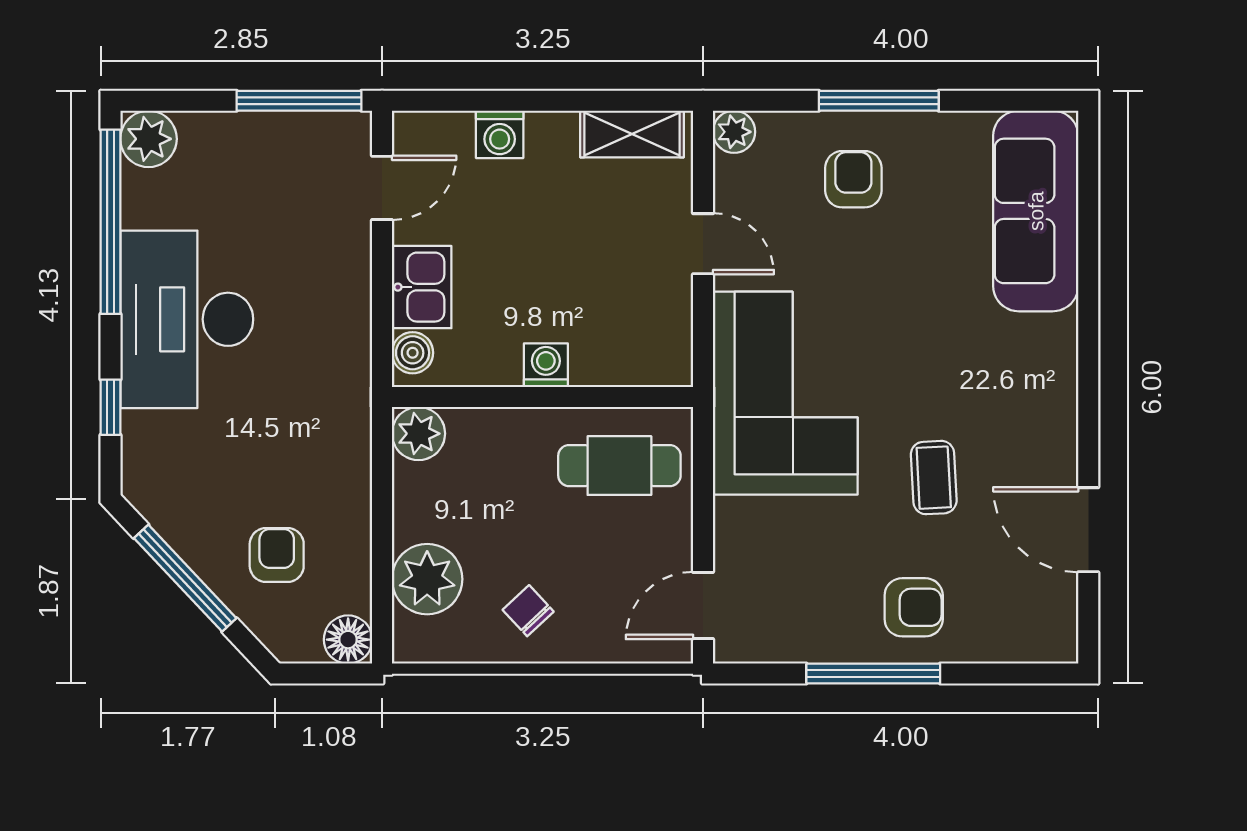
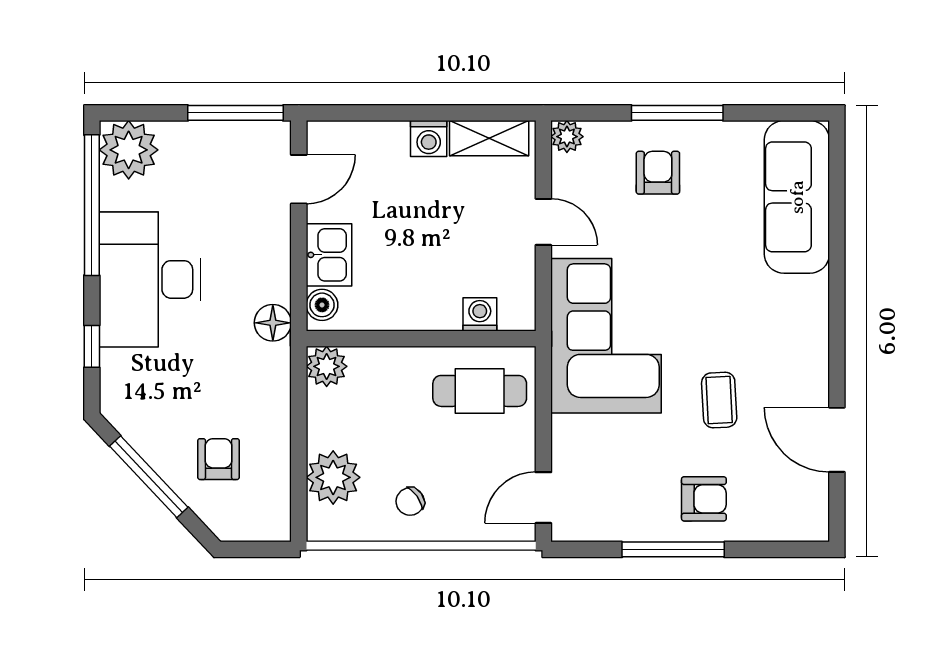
washing machine: (500, 134) -> (429, 138), moved
plant: (149, 139) -> (129, 150), width x1.36, depth x1.36
washing machine: (546, 365) -> (480, 314), moved
chair: (528, 611) -> (410, 501), turned -82
floor lamp: (348, 640) -> (273, 323), moved

